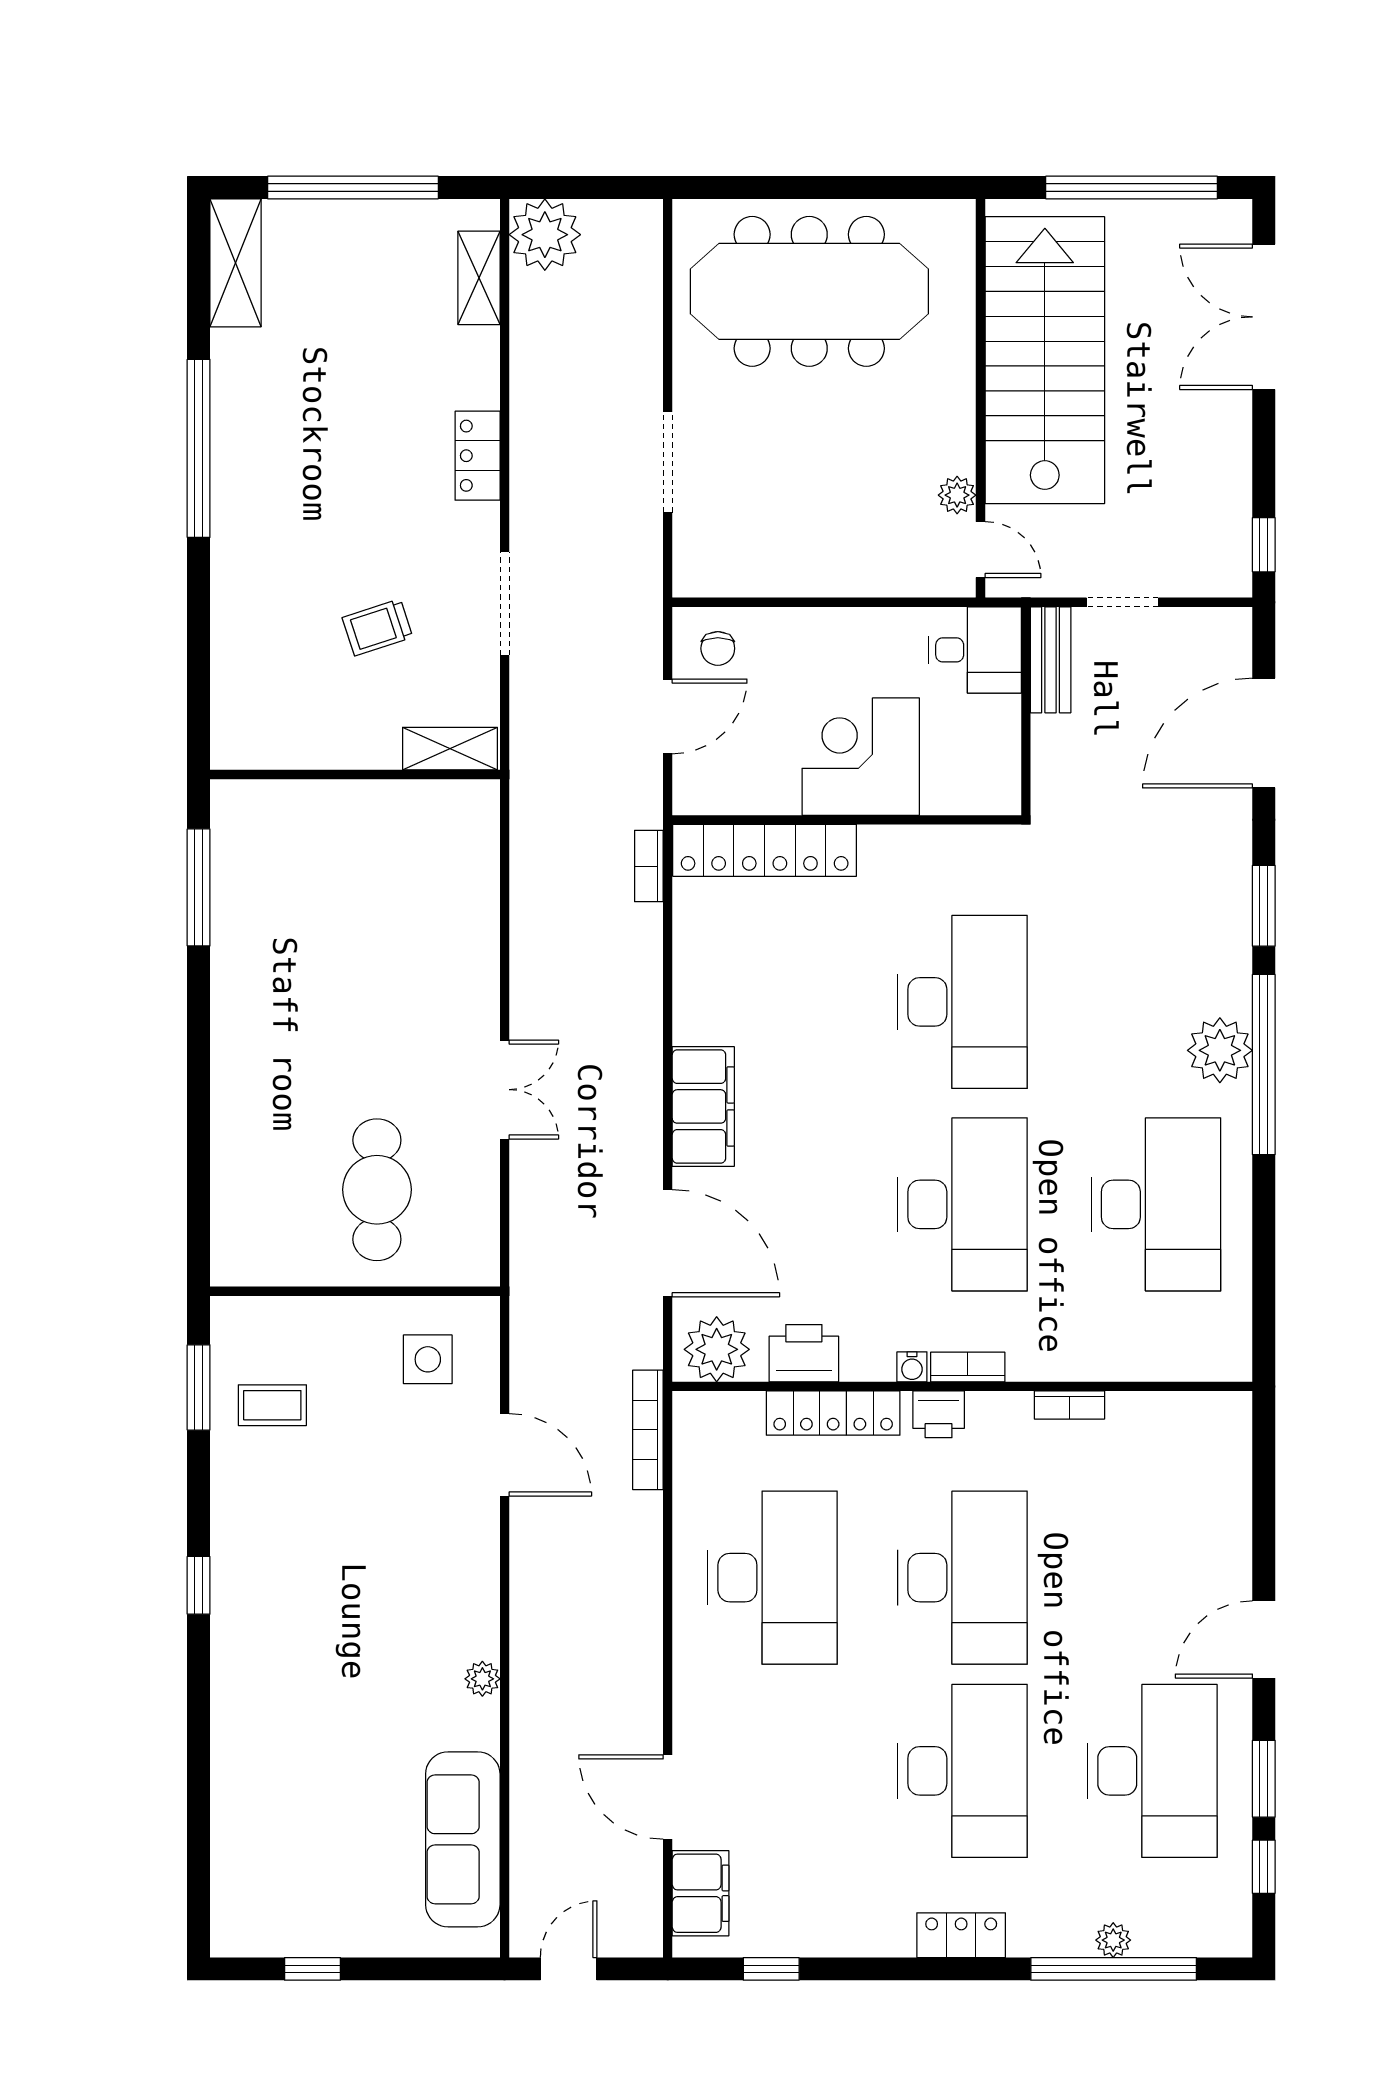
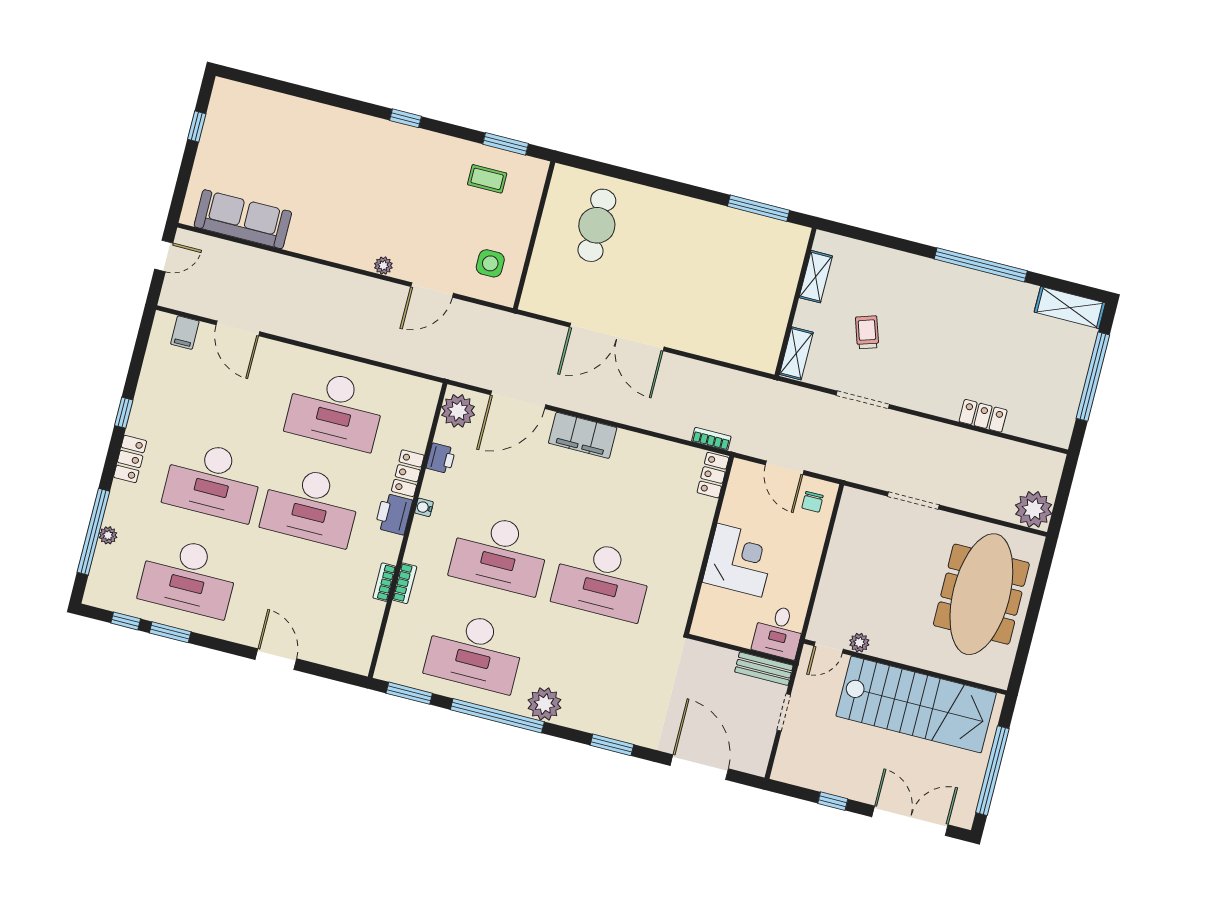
plant: (545, 235) -> (1034, 509), moved
shelving: (479, 278) -> (816, 277), moved, turned 90
locker: (478, 456) -> (983, 416), moved
window: (1264, 545) -> (833, 801), moved
chair: (718, 648) -> (813, 502), turned -90
locker: (765, 850) -> (713, 475), width x0.46, depth x0.83
window: (1264, 1065) -> (497, 716), moved
double door: (505, 1090) -> (617, 337), width x1.87
cafe table: (377, 1190) -> (597, 225), moved, turned 90
window: (1264, 1306) -> (409, 693), added
printer: (804, 1353) -> (441, 458), width x0.73, depth x0.81
bookcase: (968, 1367) -> (405, 583), moved
coffee table: (272, 1405) -> (487, 179), turned 90
locker: (833, 1413) -> (408, 473), width x0.66
printer: (939, 1414) -> (394, 514), width x1.36, depth x1.24
bookcase: (648, 1430) -> (426, 366), removed
door: (1264, 1640) -> (276, 659), moved
plant: (482, 1679) -> (383, 266), moved
door: (668, 1797) -> (238, 328), swing flipped
filing cabinet: (701, 1893) -> (185, 333), width x0.50
door: (569, 1969) -> (164, 256), hinge flipped
window: (771, 1969) -> (124, 413), moved

